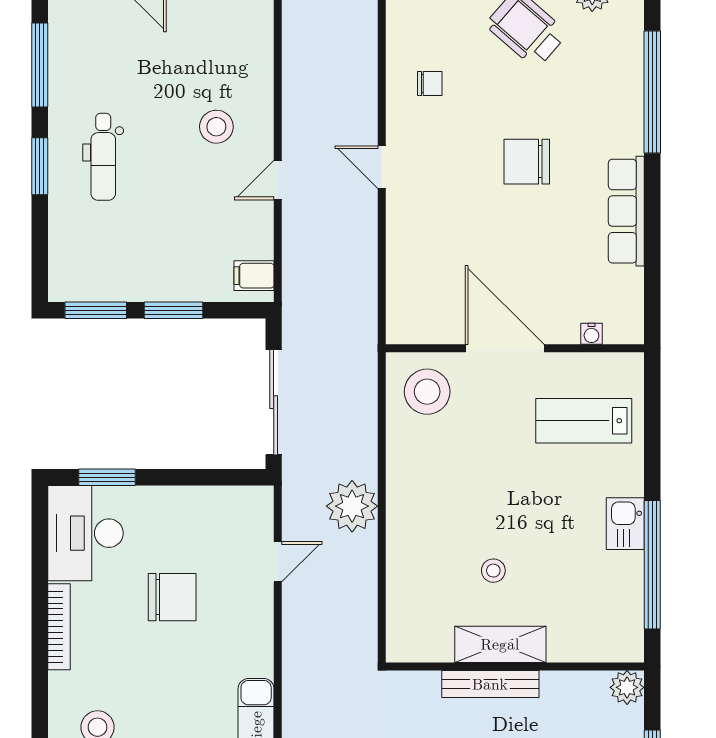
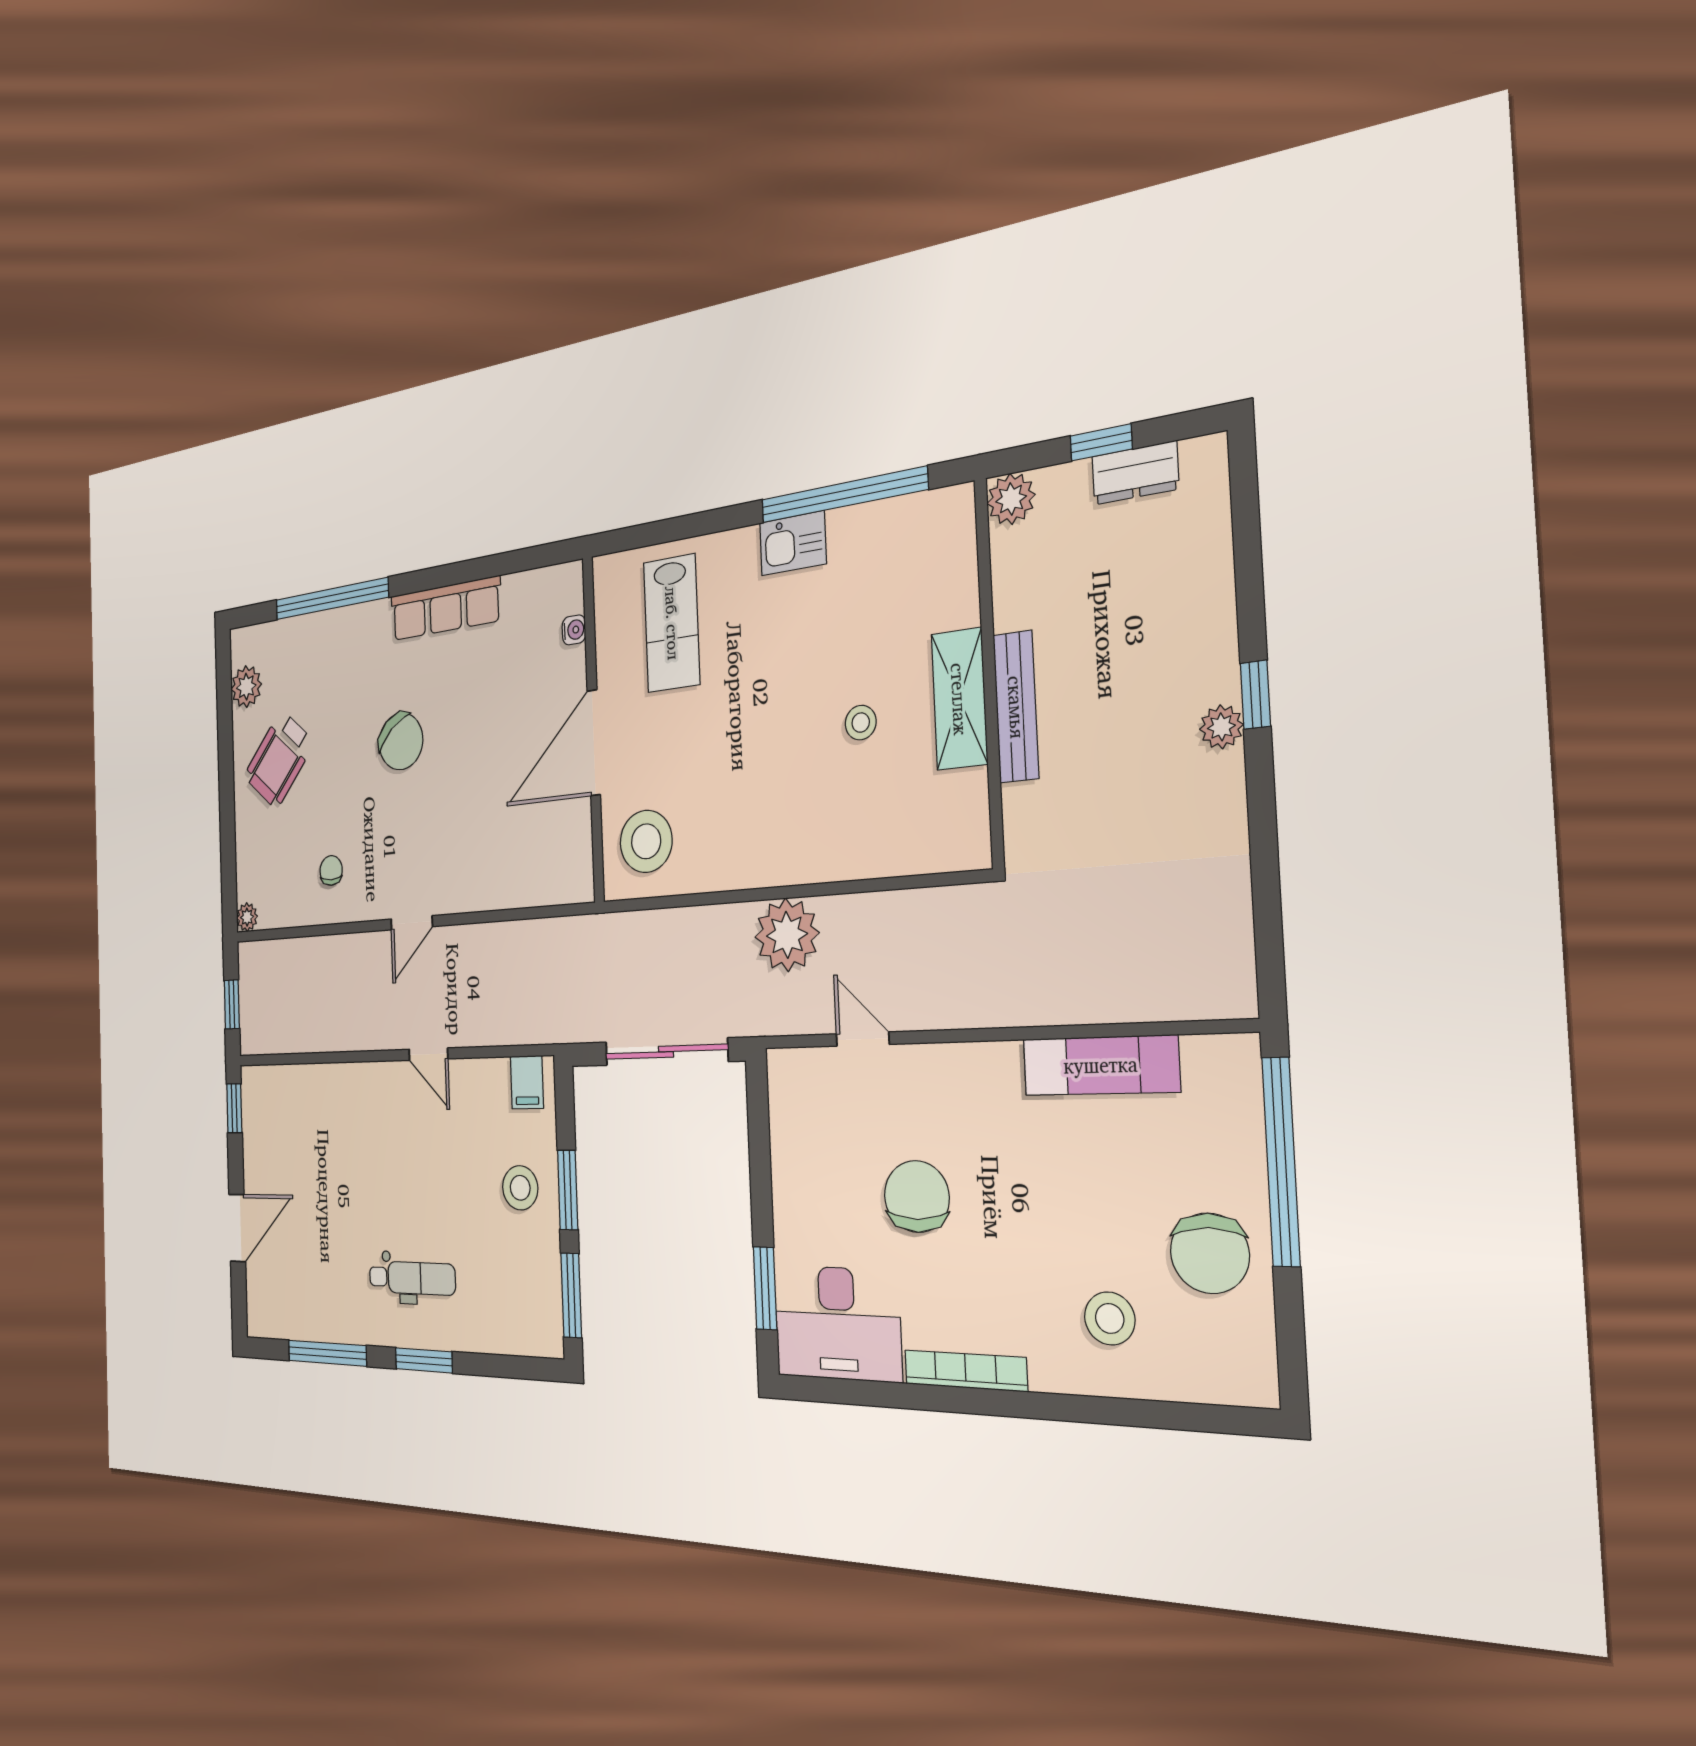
stool: (216, 127) -> (520, 1188), moved
chair: (527, 162) -> (401, 741), turned -40

